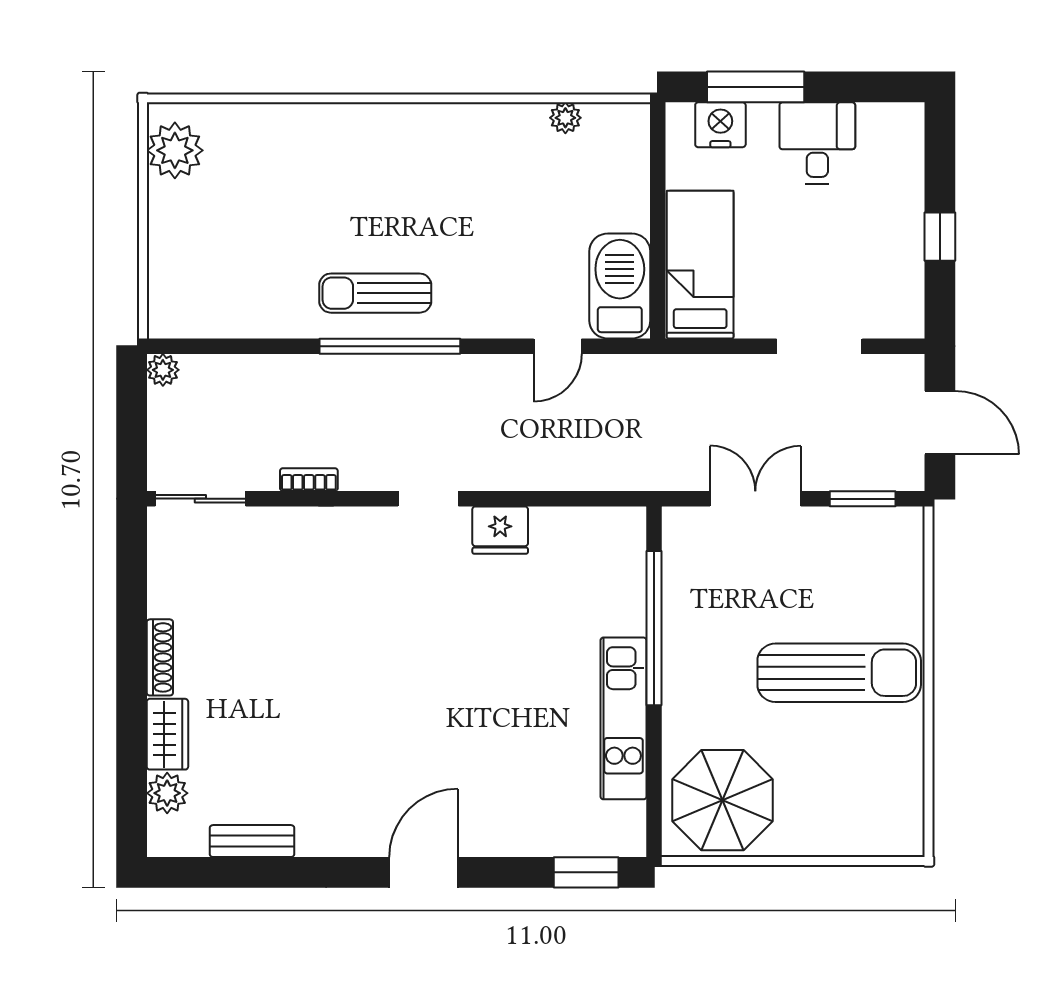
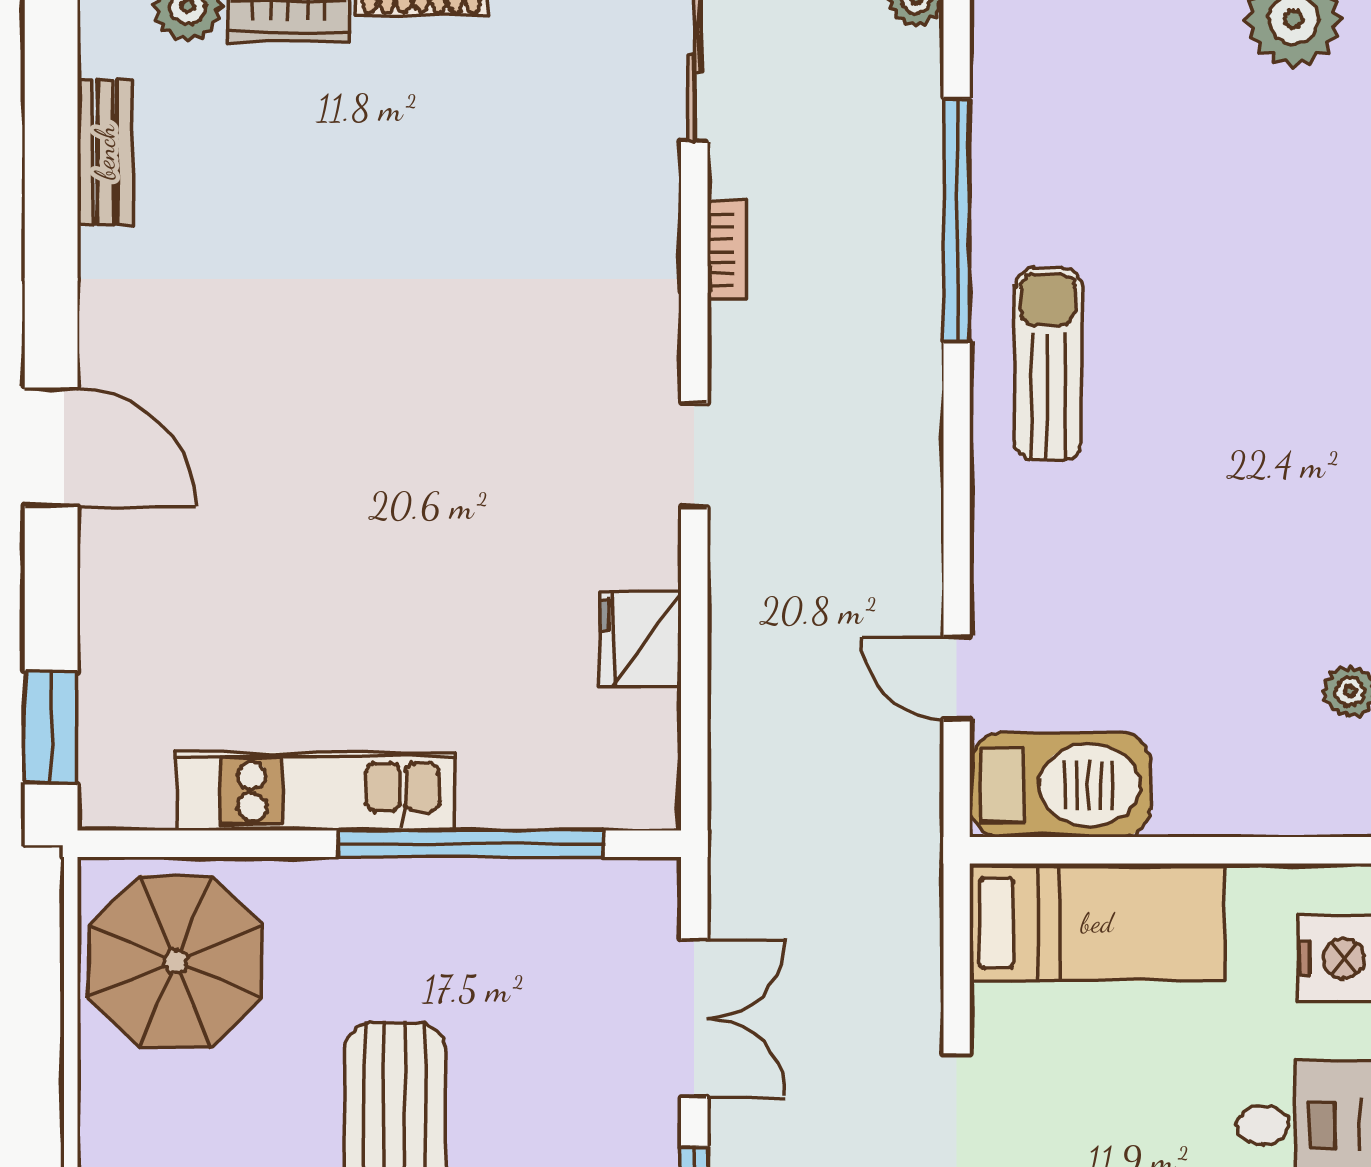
window: (390, 346) -> (957, 220), moved
fridge: (500, 530) -> (640, 639), moved

